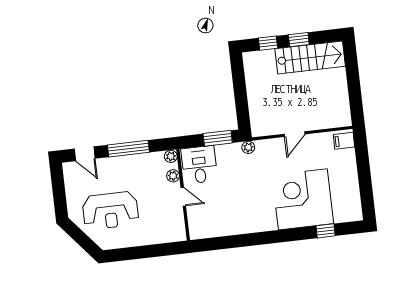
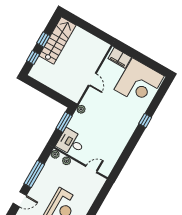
filing cabinet: (344, 141) -> (120, 58), width x2.00
door: (183, 197) -> (91, 169), moved
corner desk: (303, 199) -> (139, 83), moved, turned -90
window: (326, 231) -> (145, 121), moved

